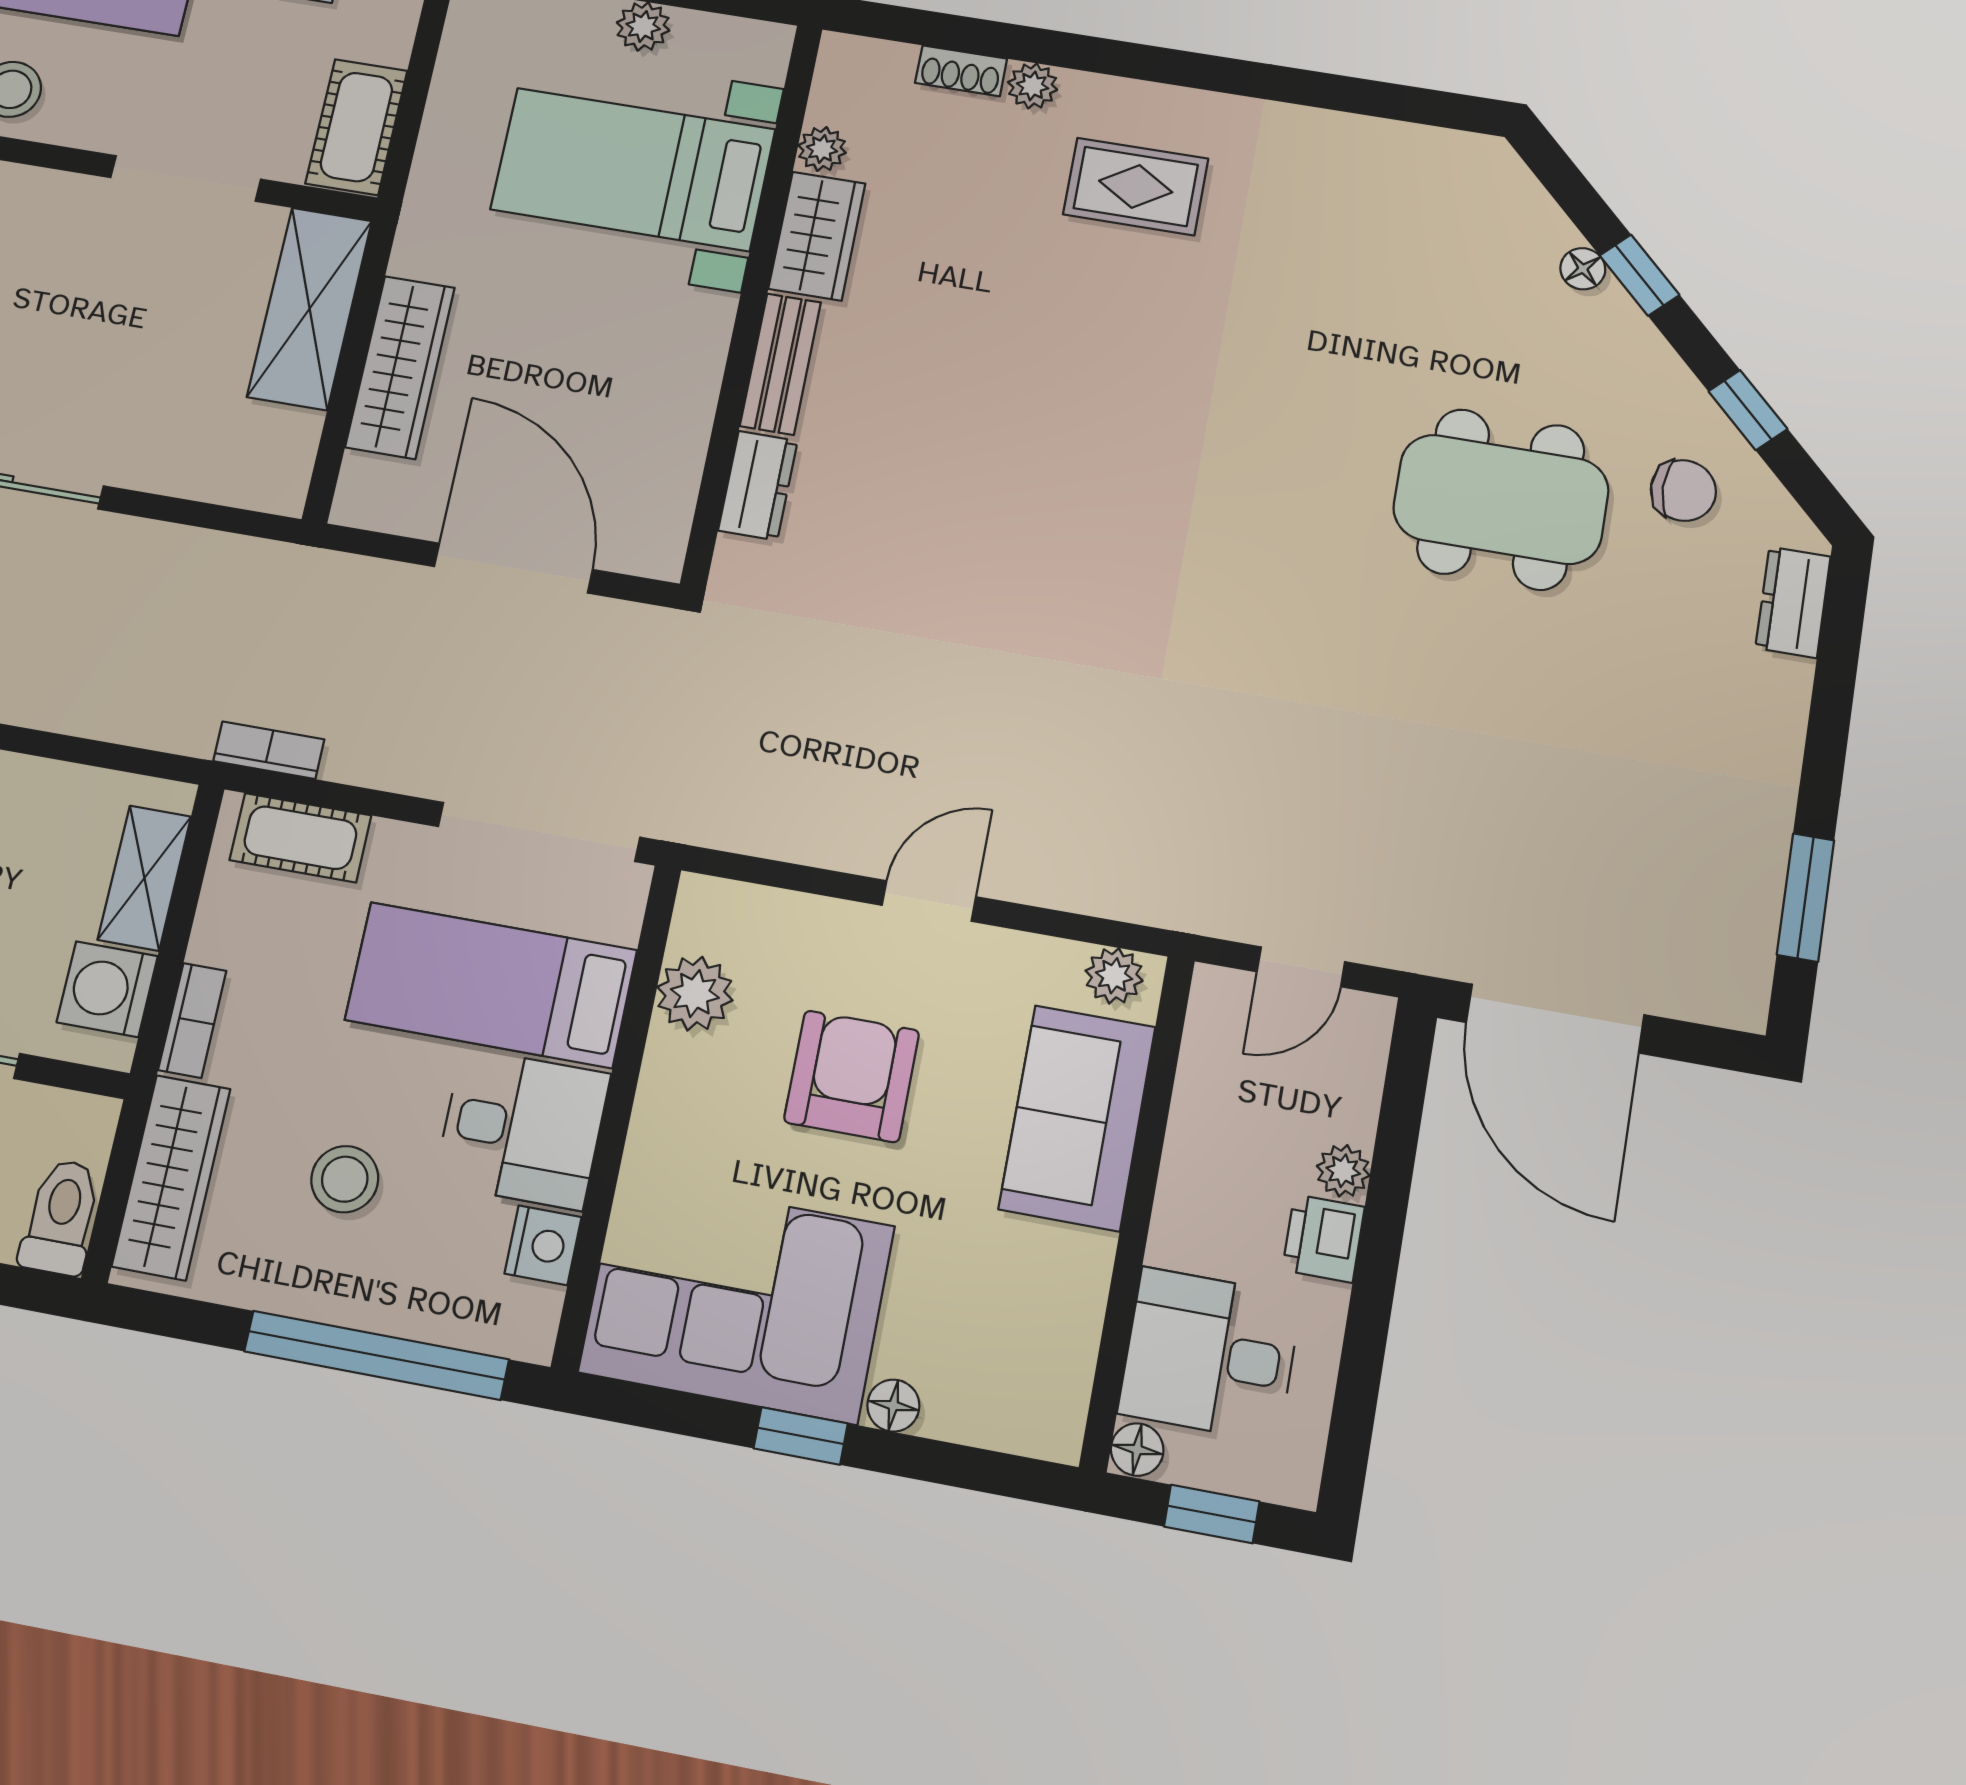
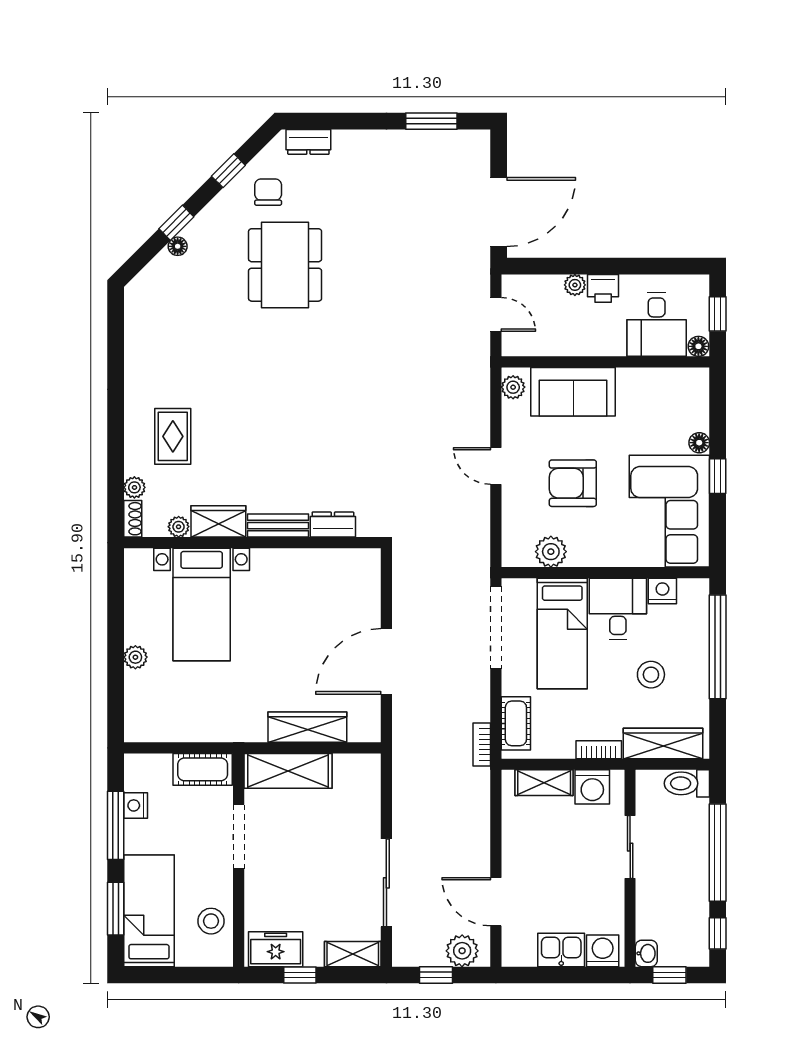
plant: (822, 149) -> (179, 527), moved
bed with nightstands: (633, 169) -> (202, 604), moved
wardrobe: (817, 236) -> (218, 521), moved
wall: (752, 302) -> (252, 543), moved
bench: (780, 364) -> (278, 526), moved
dresser: (758, 486) -> (333, 525), moved

